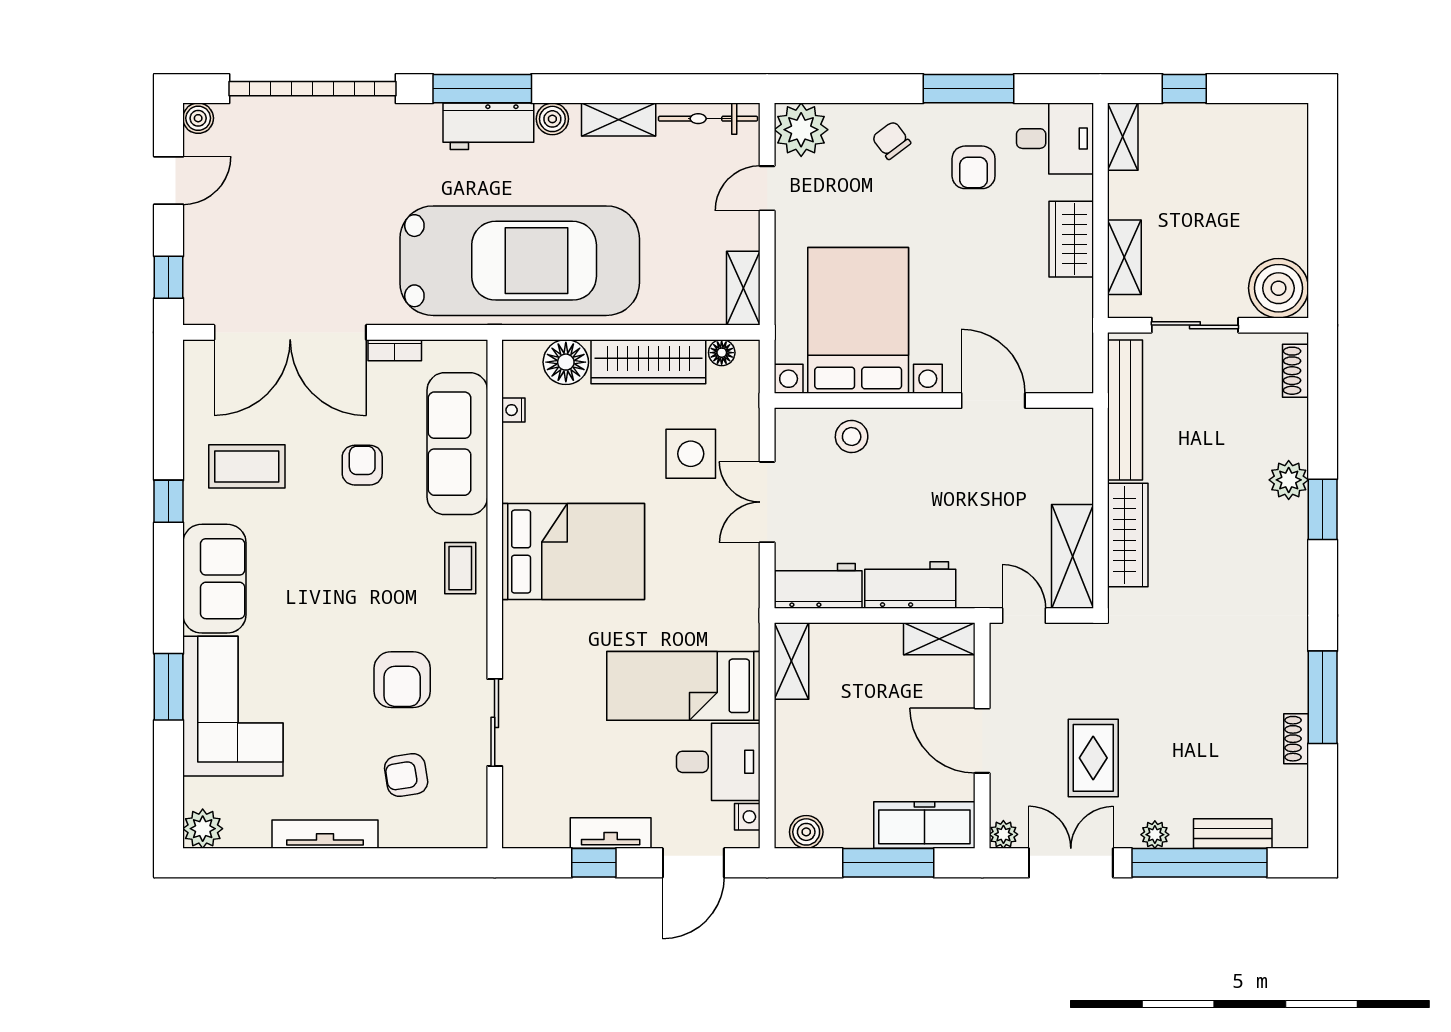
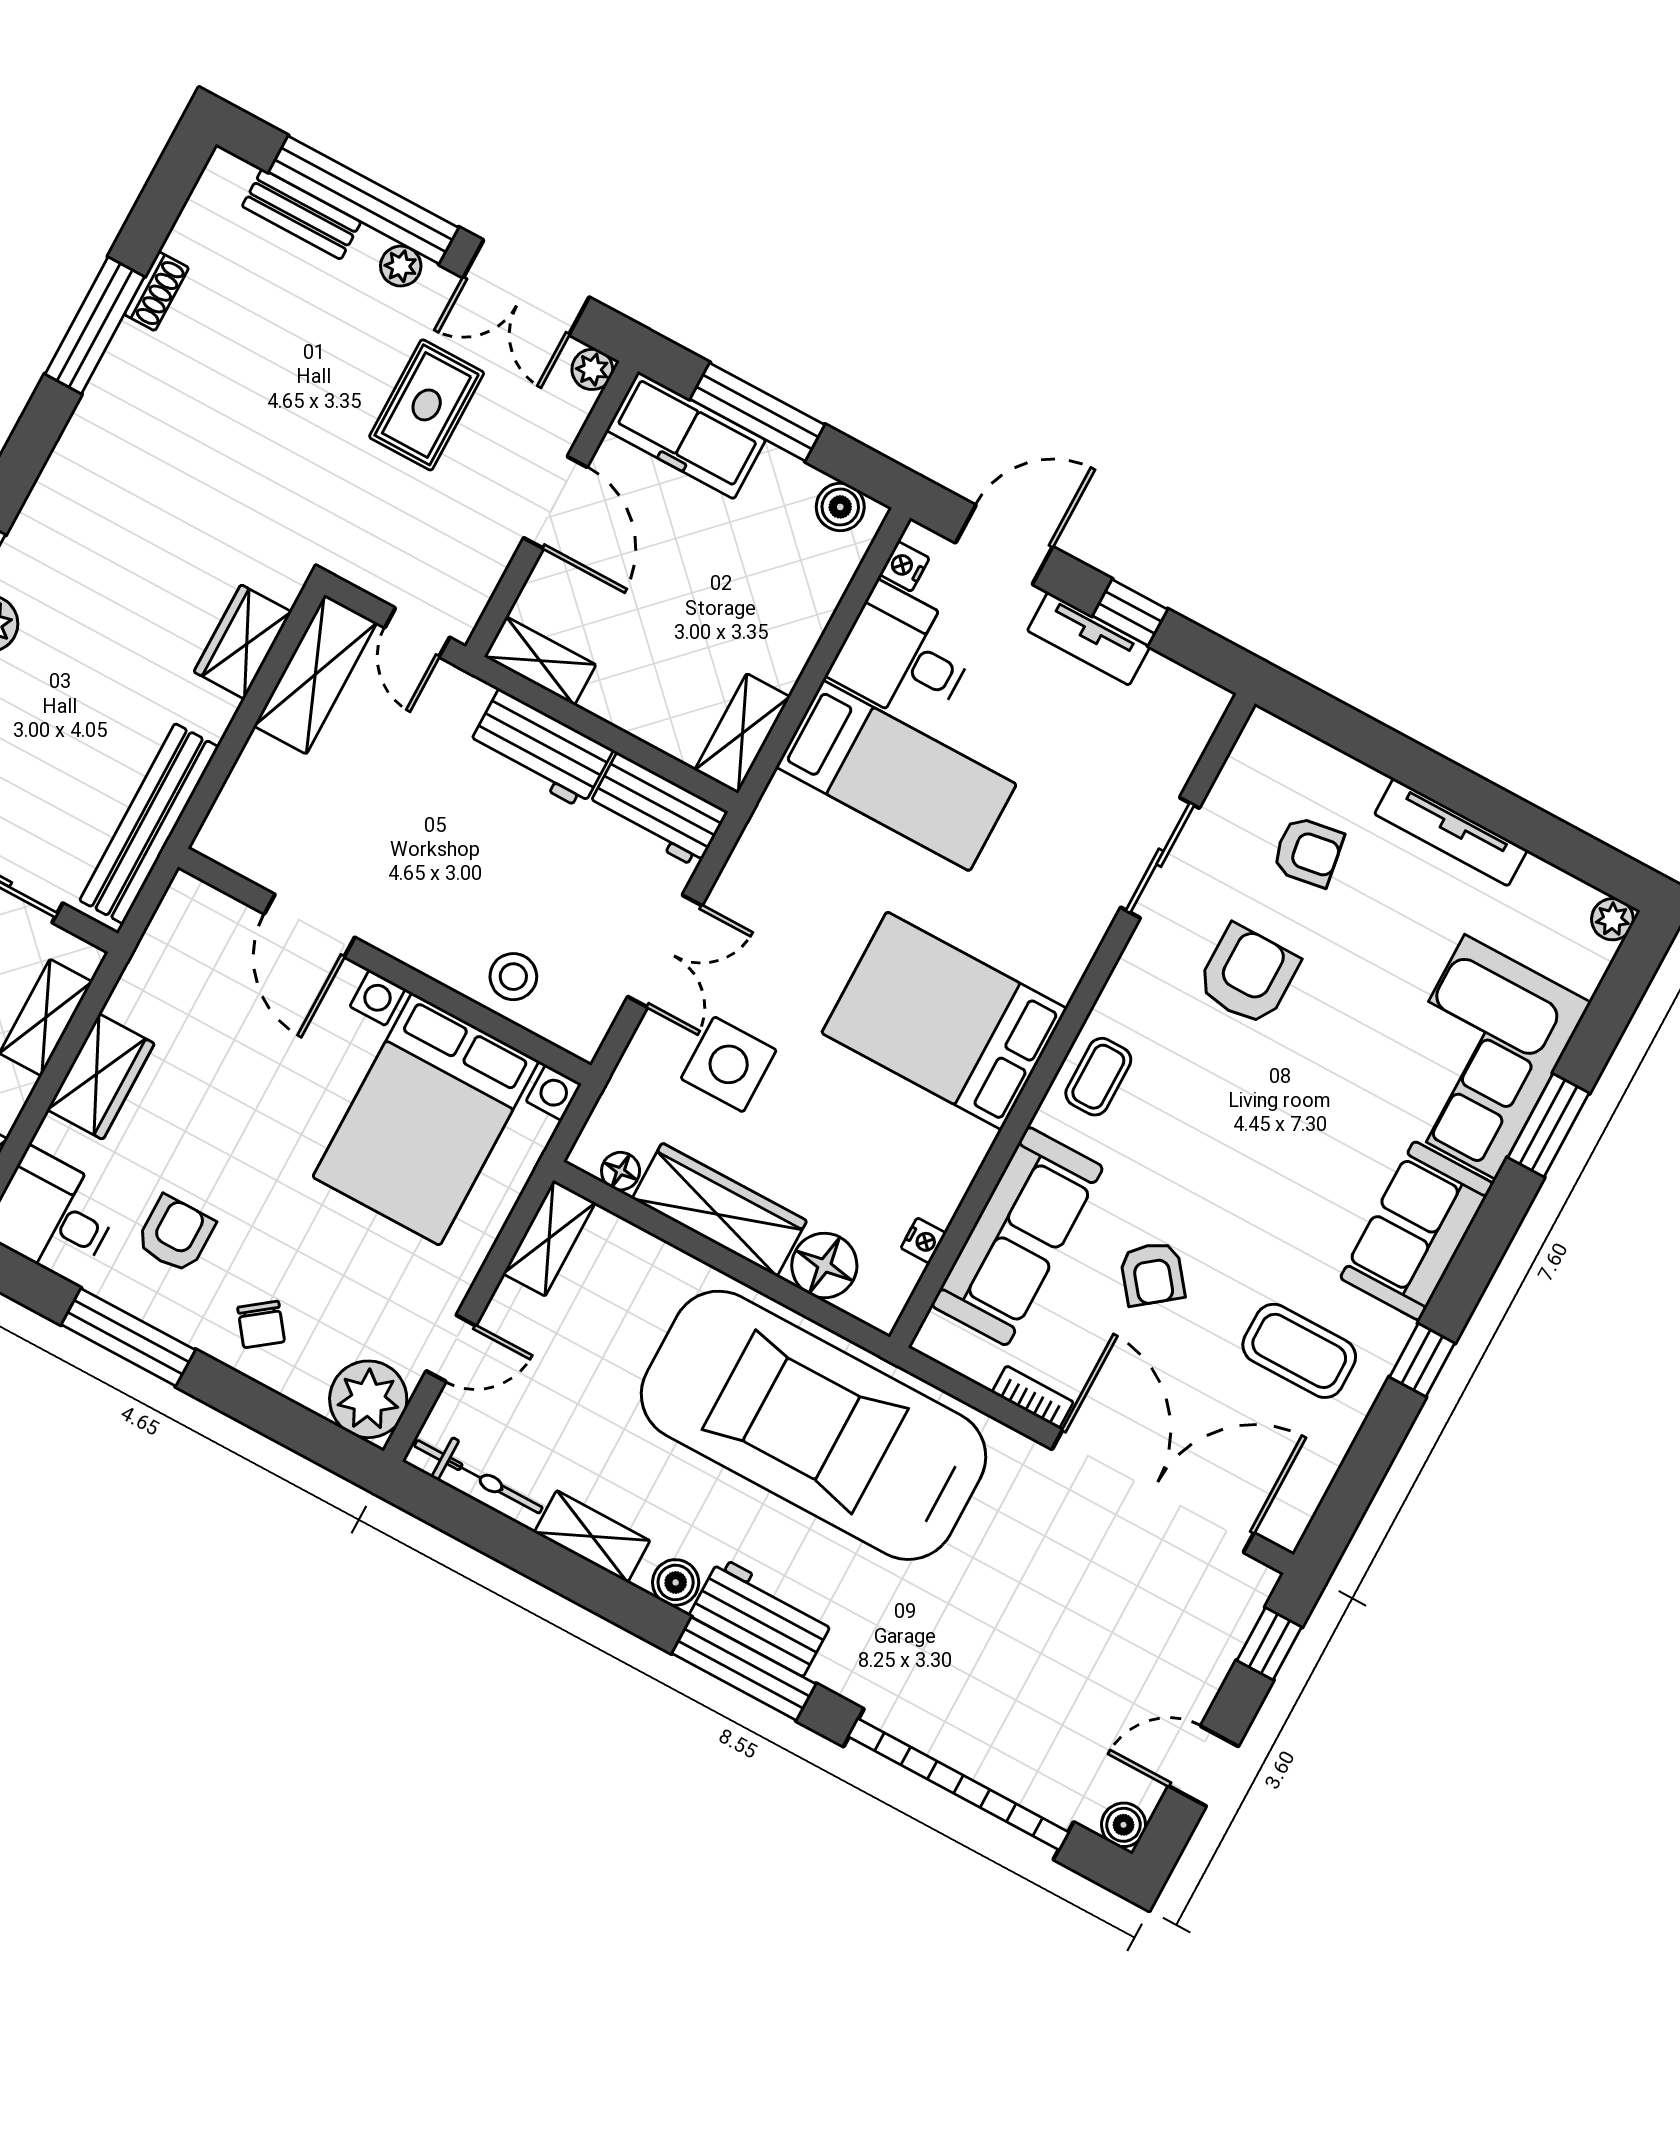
armchair: (362, 465) -> (1152, 1274), turned -38
wardrobe: (1128, 535) -> (243, 642), width x0.67
plant: (203, 829) -> (1612, 919), width x0.73, depth x0.73

